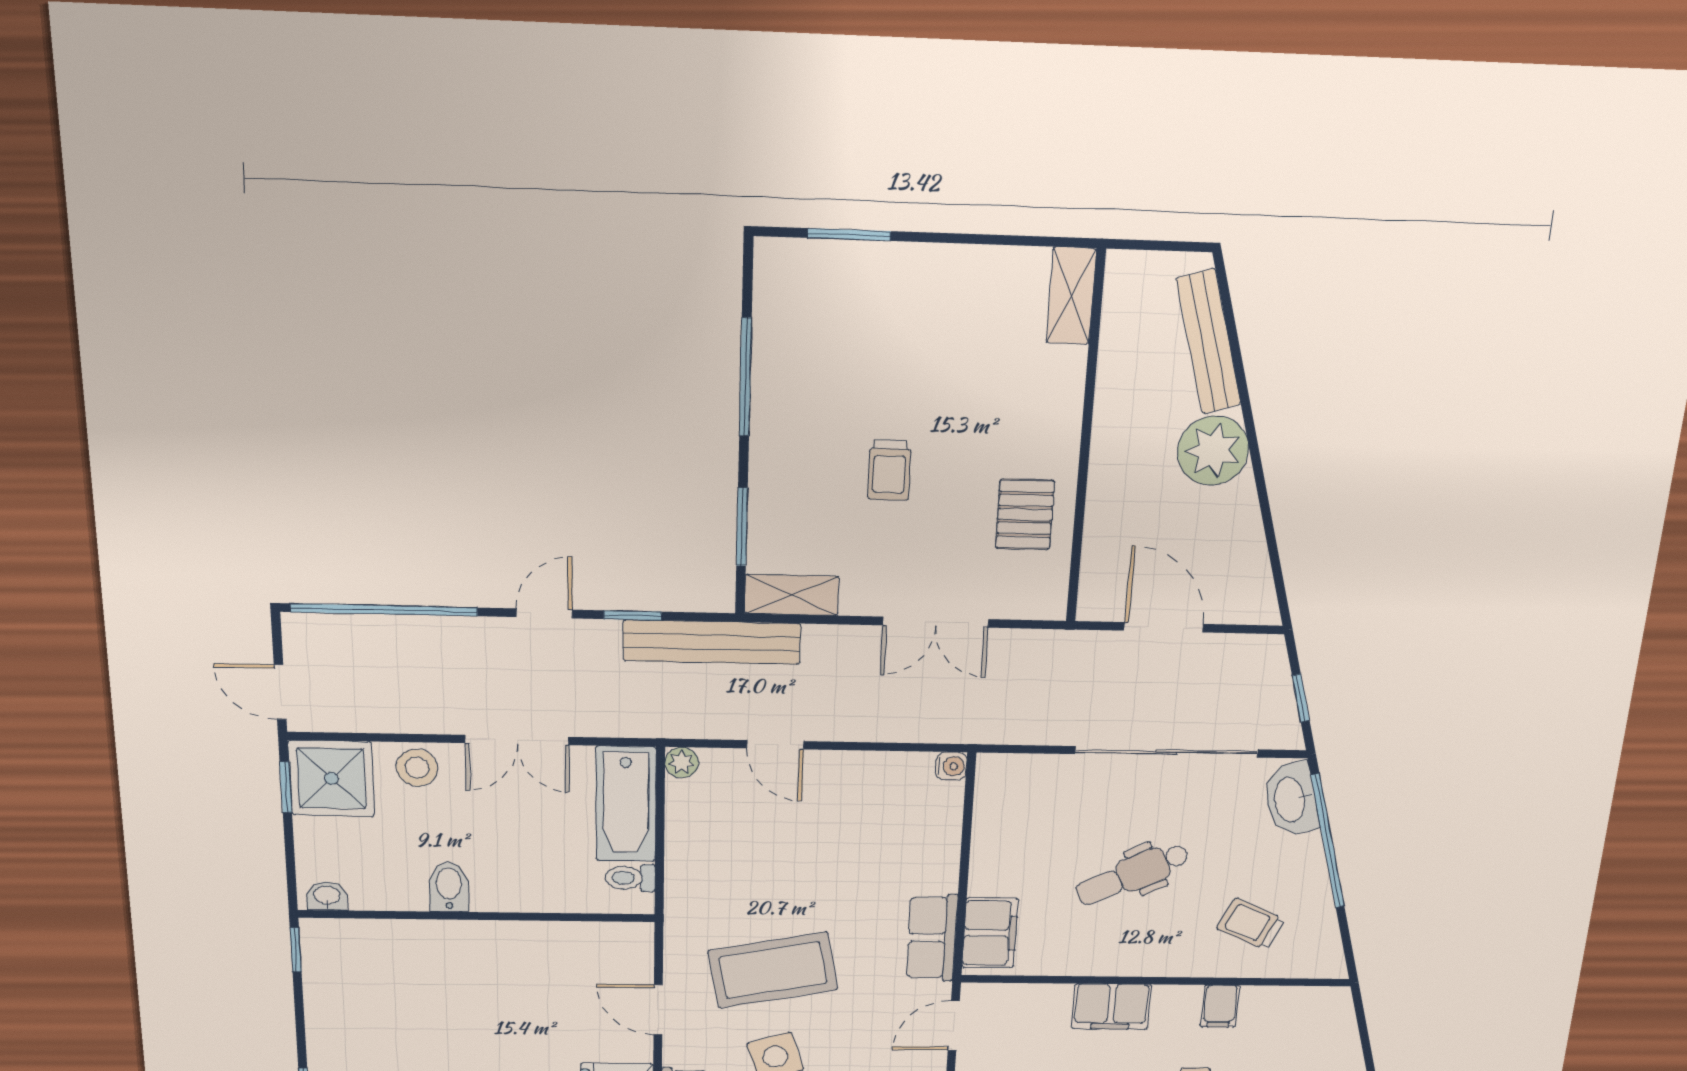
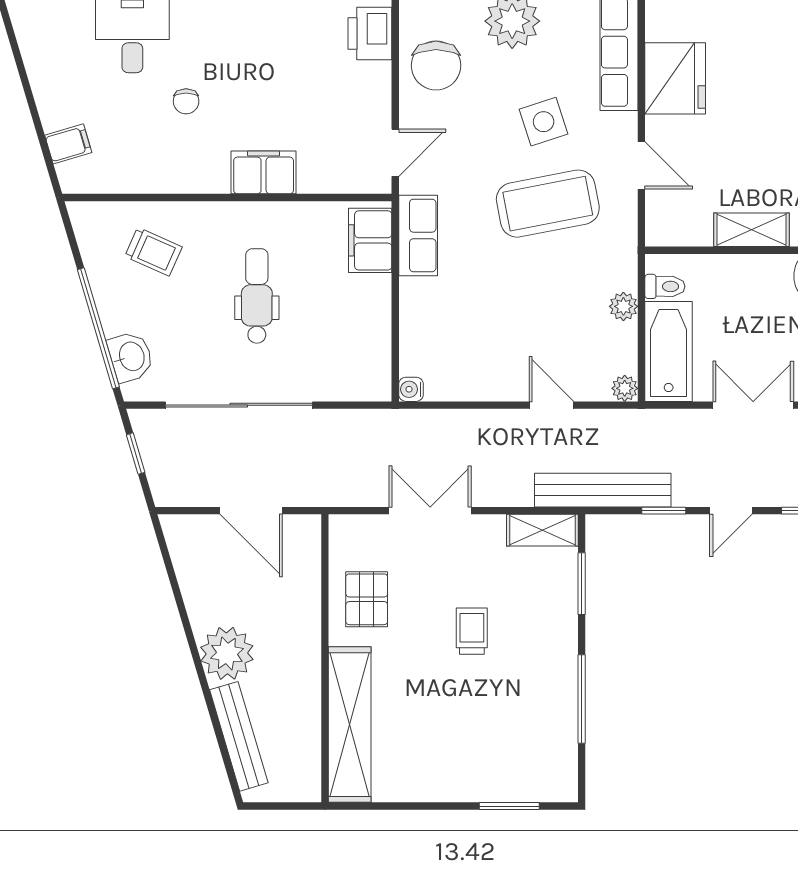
shelving: (1071, 296) -> (350, 725), width x2.20, depth x1.33
washbasin: (1291, 800) -> (131, 357), width x0.72
plant: (682, 856) -> (623, 306), added
dental chair: (1132, 874) -> (257, 296), turned -64
shelving: (523, 939) -> (751, 230), added
filing cabinet: (1220, 1006) -> (68, 144), moved, turned 73

